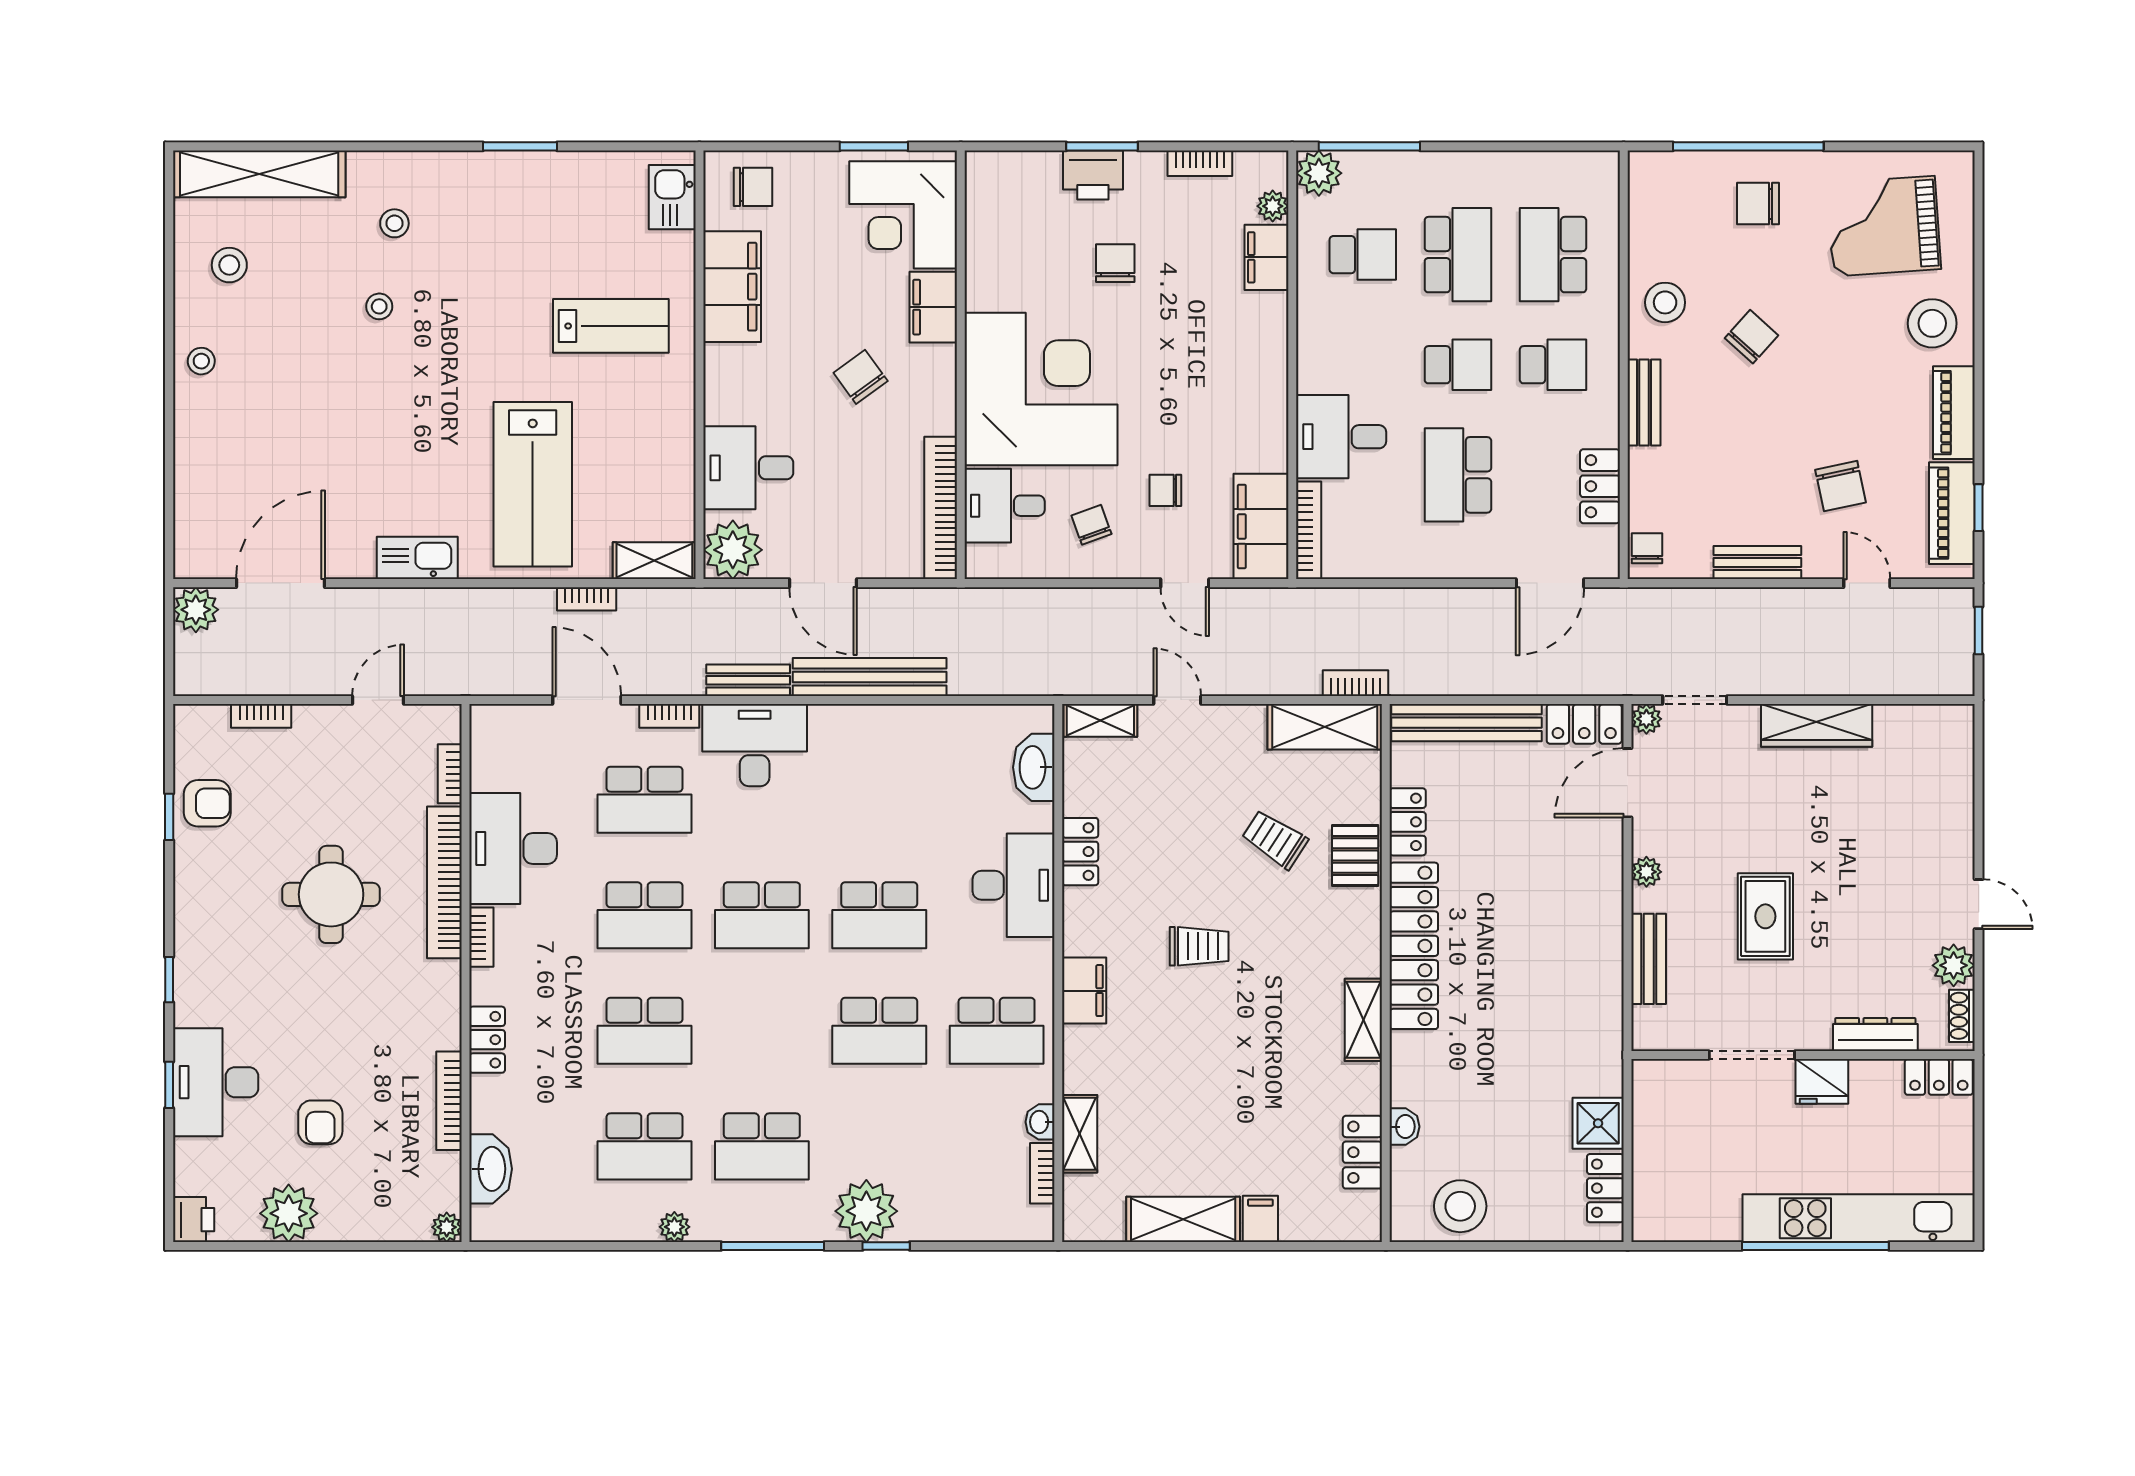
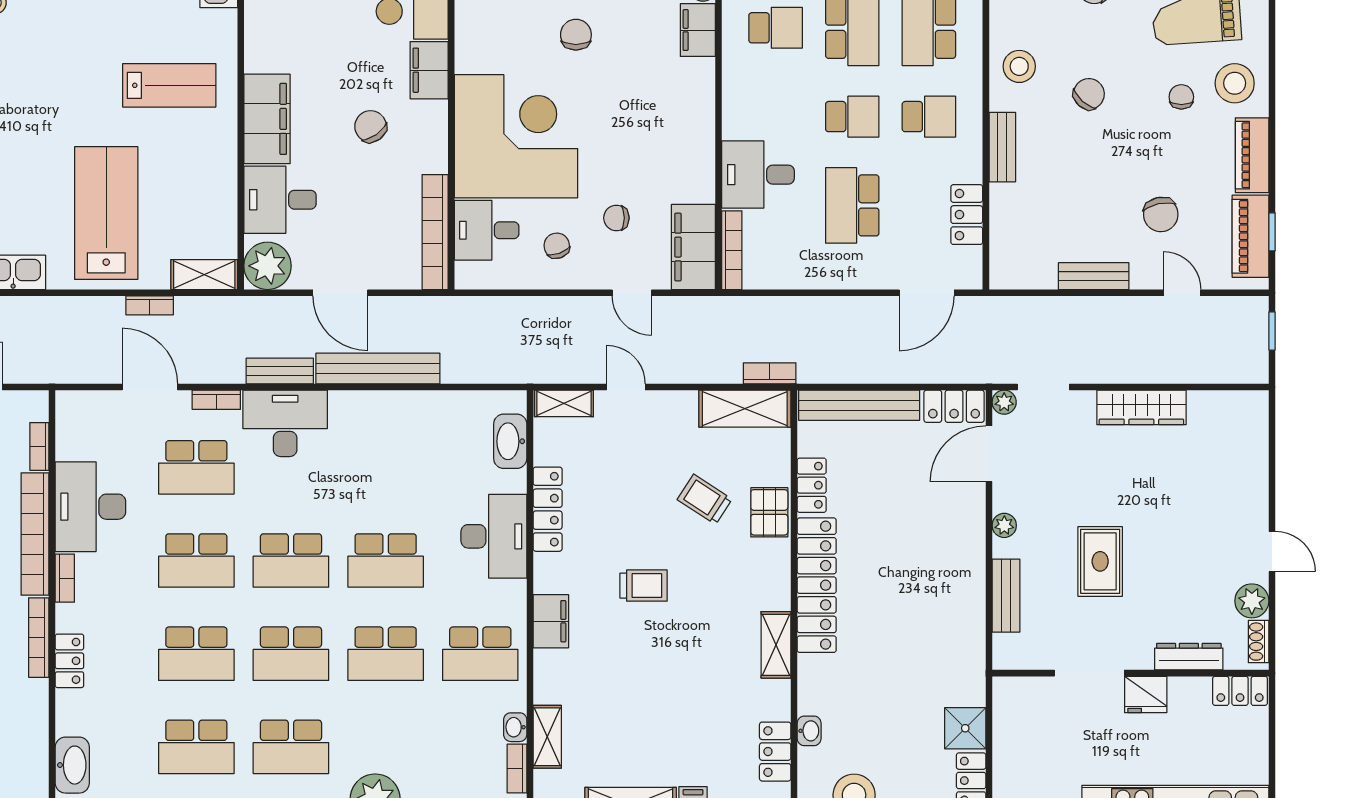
filing cabinet: (732, 287) -> (267, 119), moved
lab bench: (533, 484) -> (106, 213), turned 180
chair: (1647, 548) -> (1181, 97), moved
locker: (1080, 852) -> (548, 509), width x1.53
school desk: (762, 1031) -> (291, 654), added
bookcase: (449, 1101) -> (39, 638), moved

